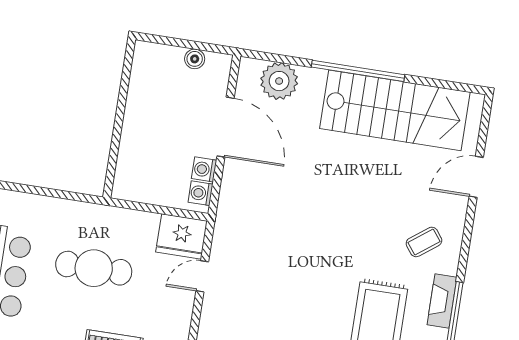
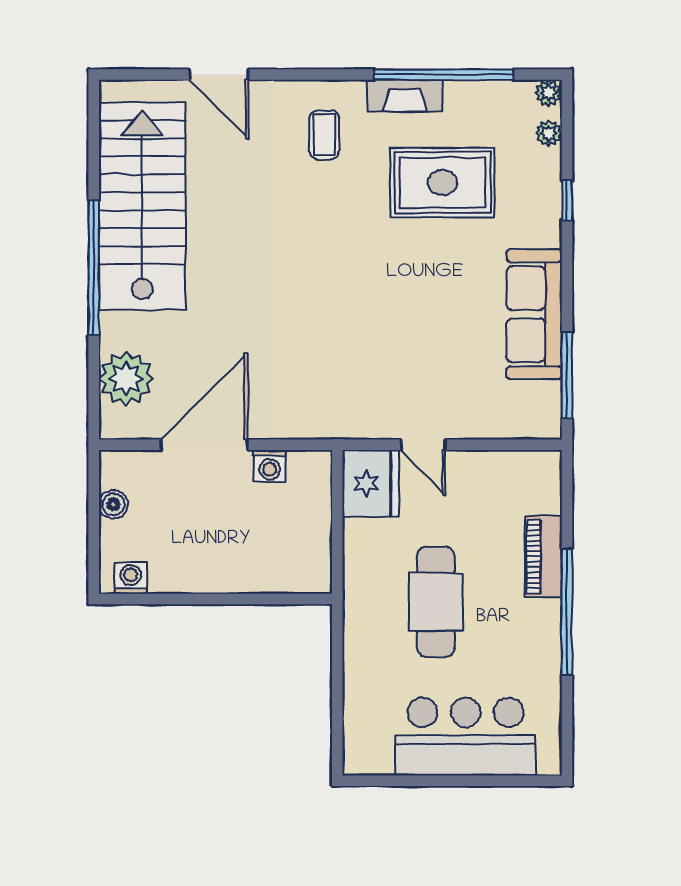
washing machine: (201, 193) -> (131, 578), moved, turned 180
coffee table: (424, 242) -> (324, 135), turned 37

